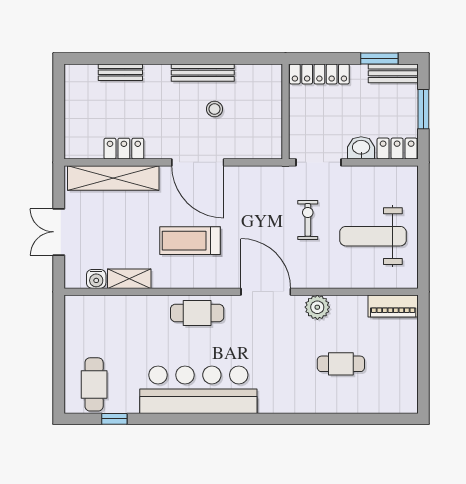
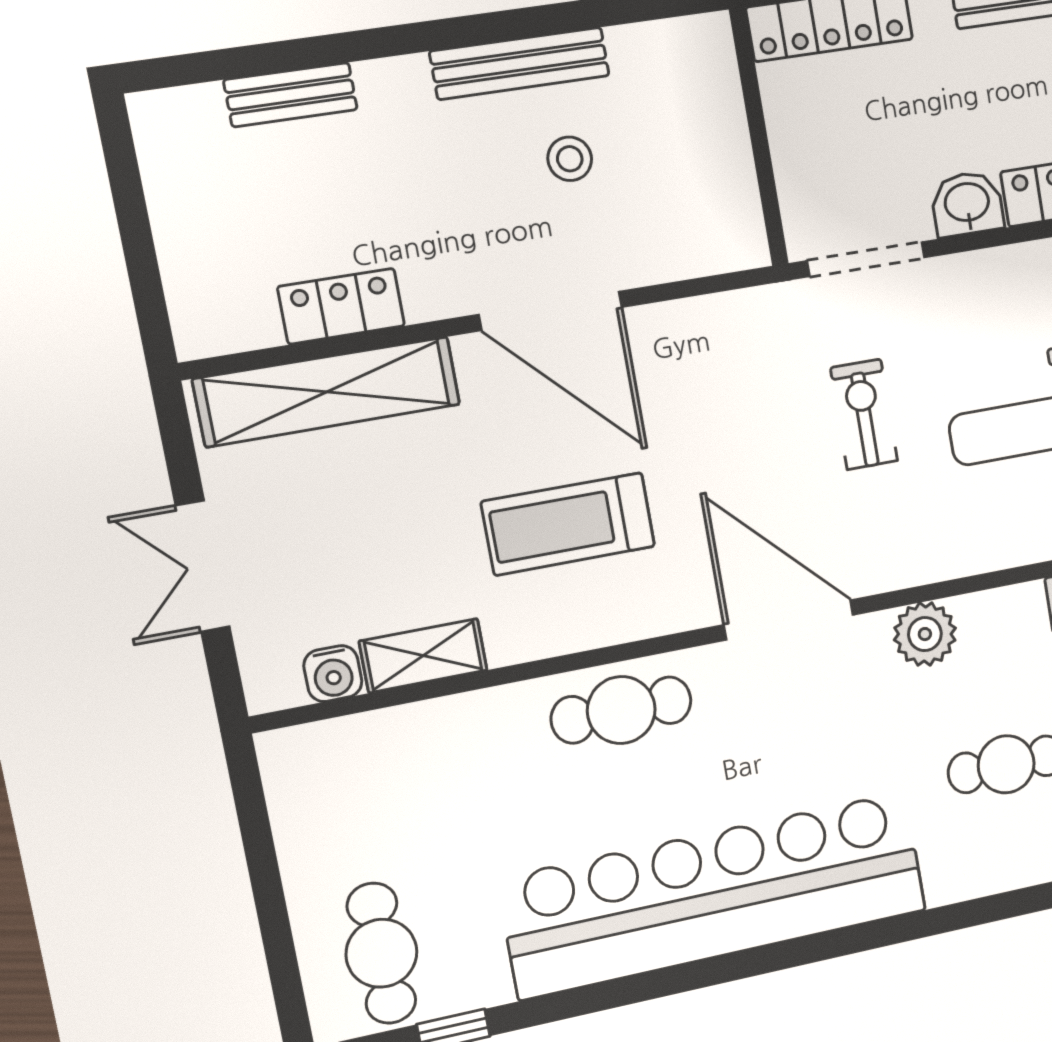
bar counter: (198, 390) -> (715, 895), width x1.36

